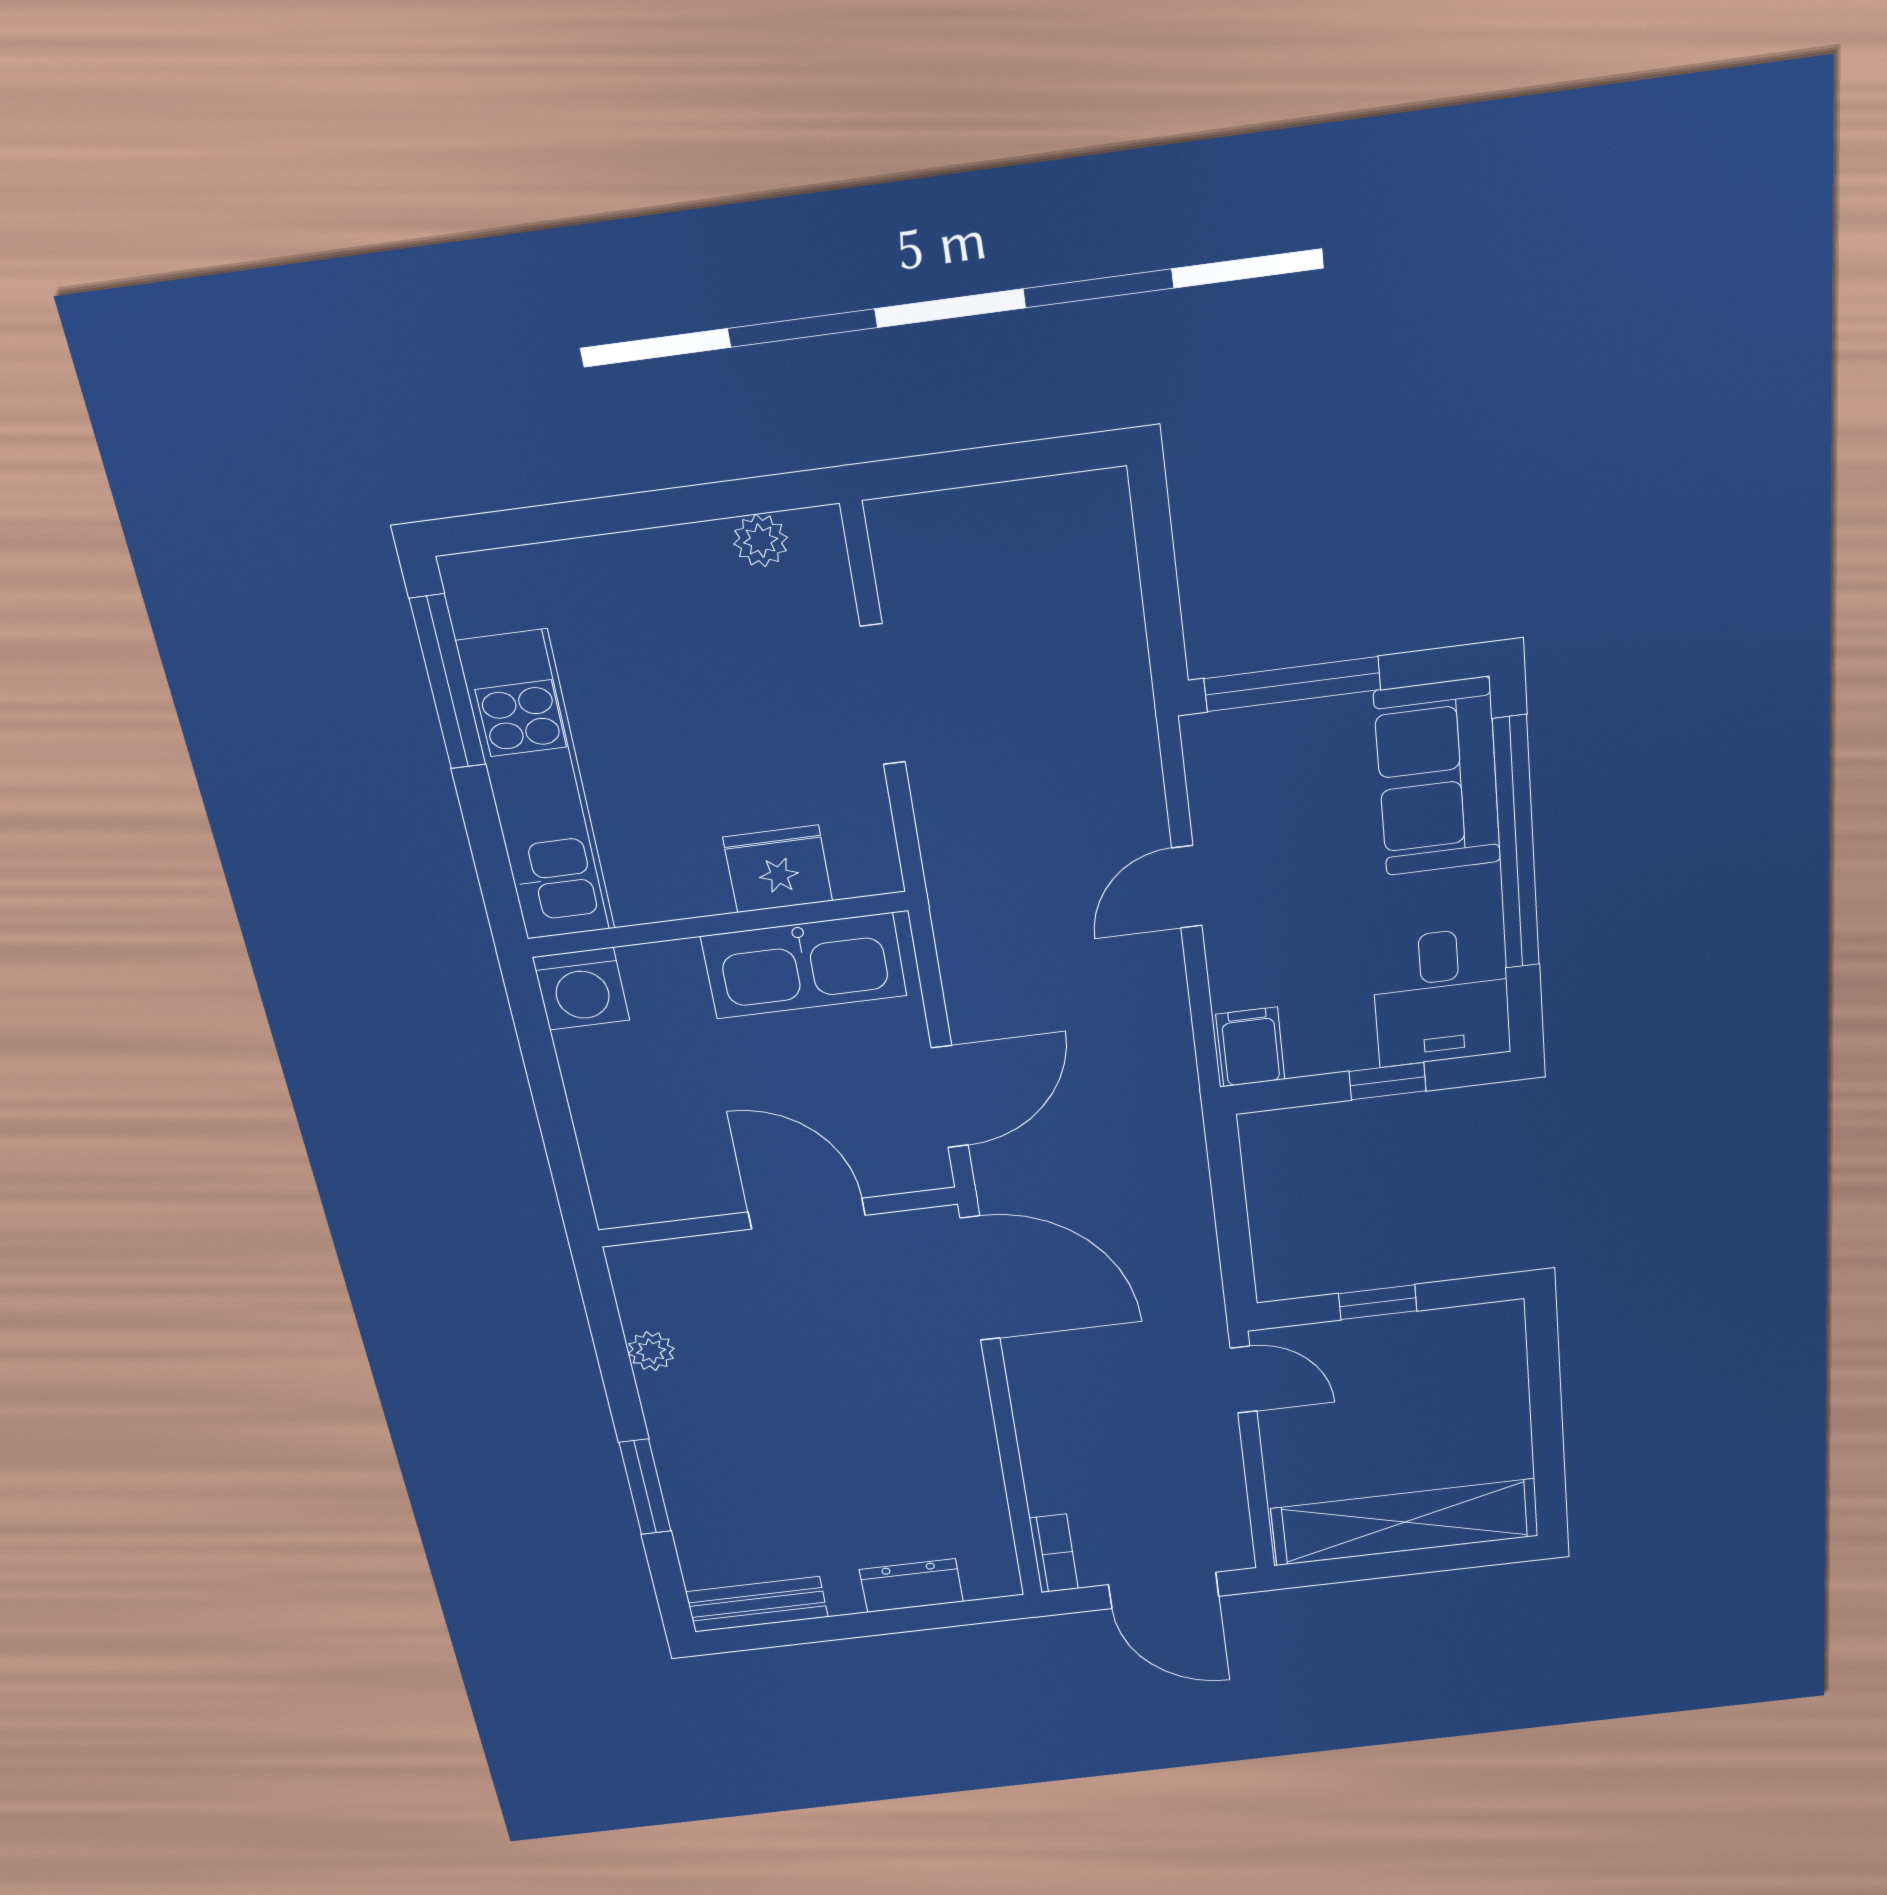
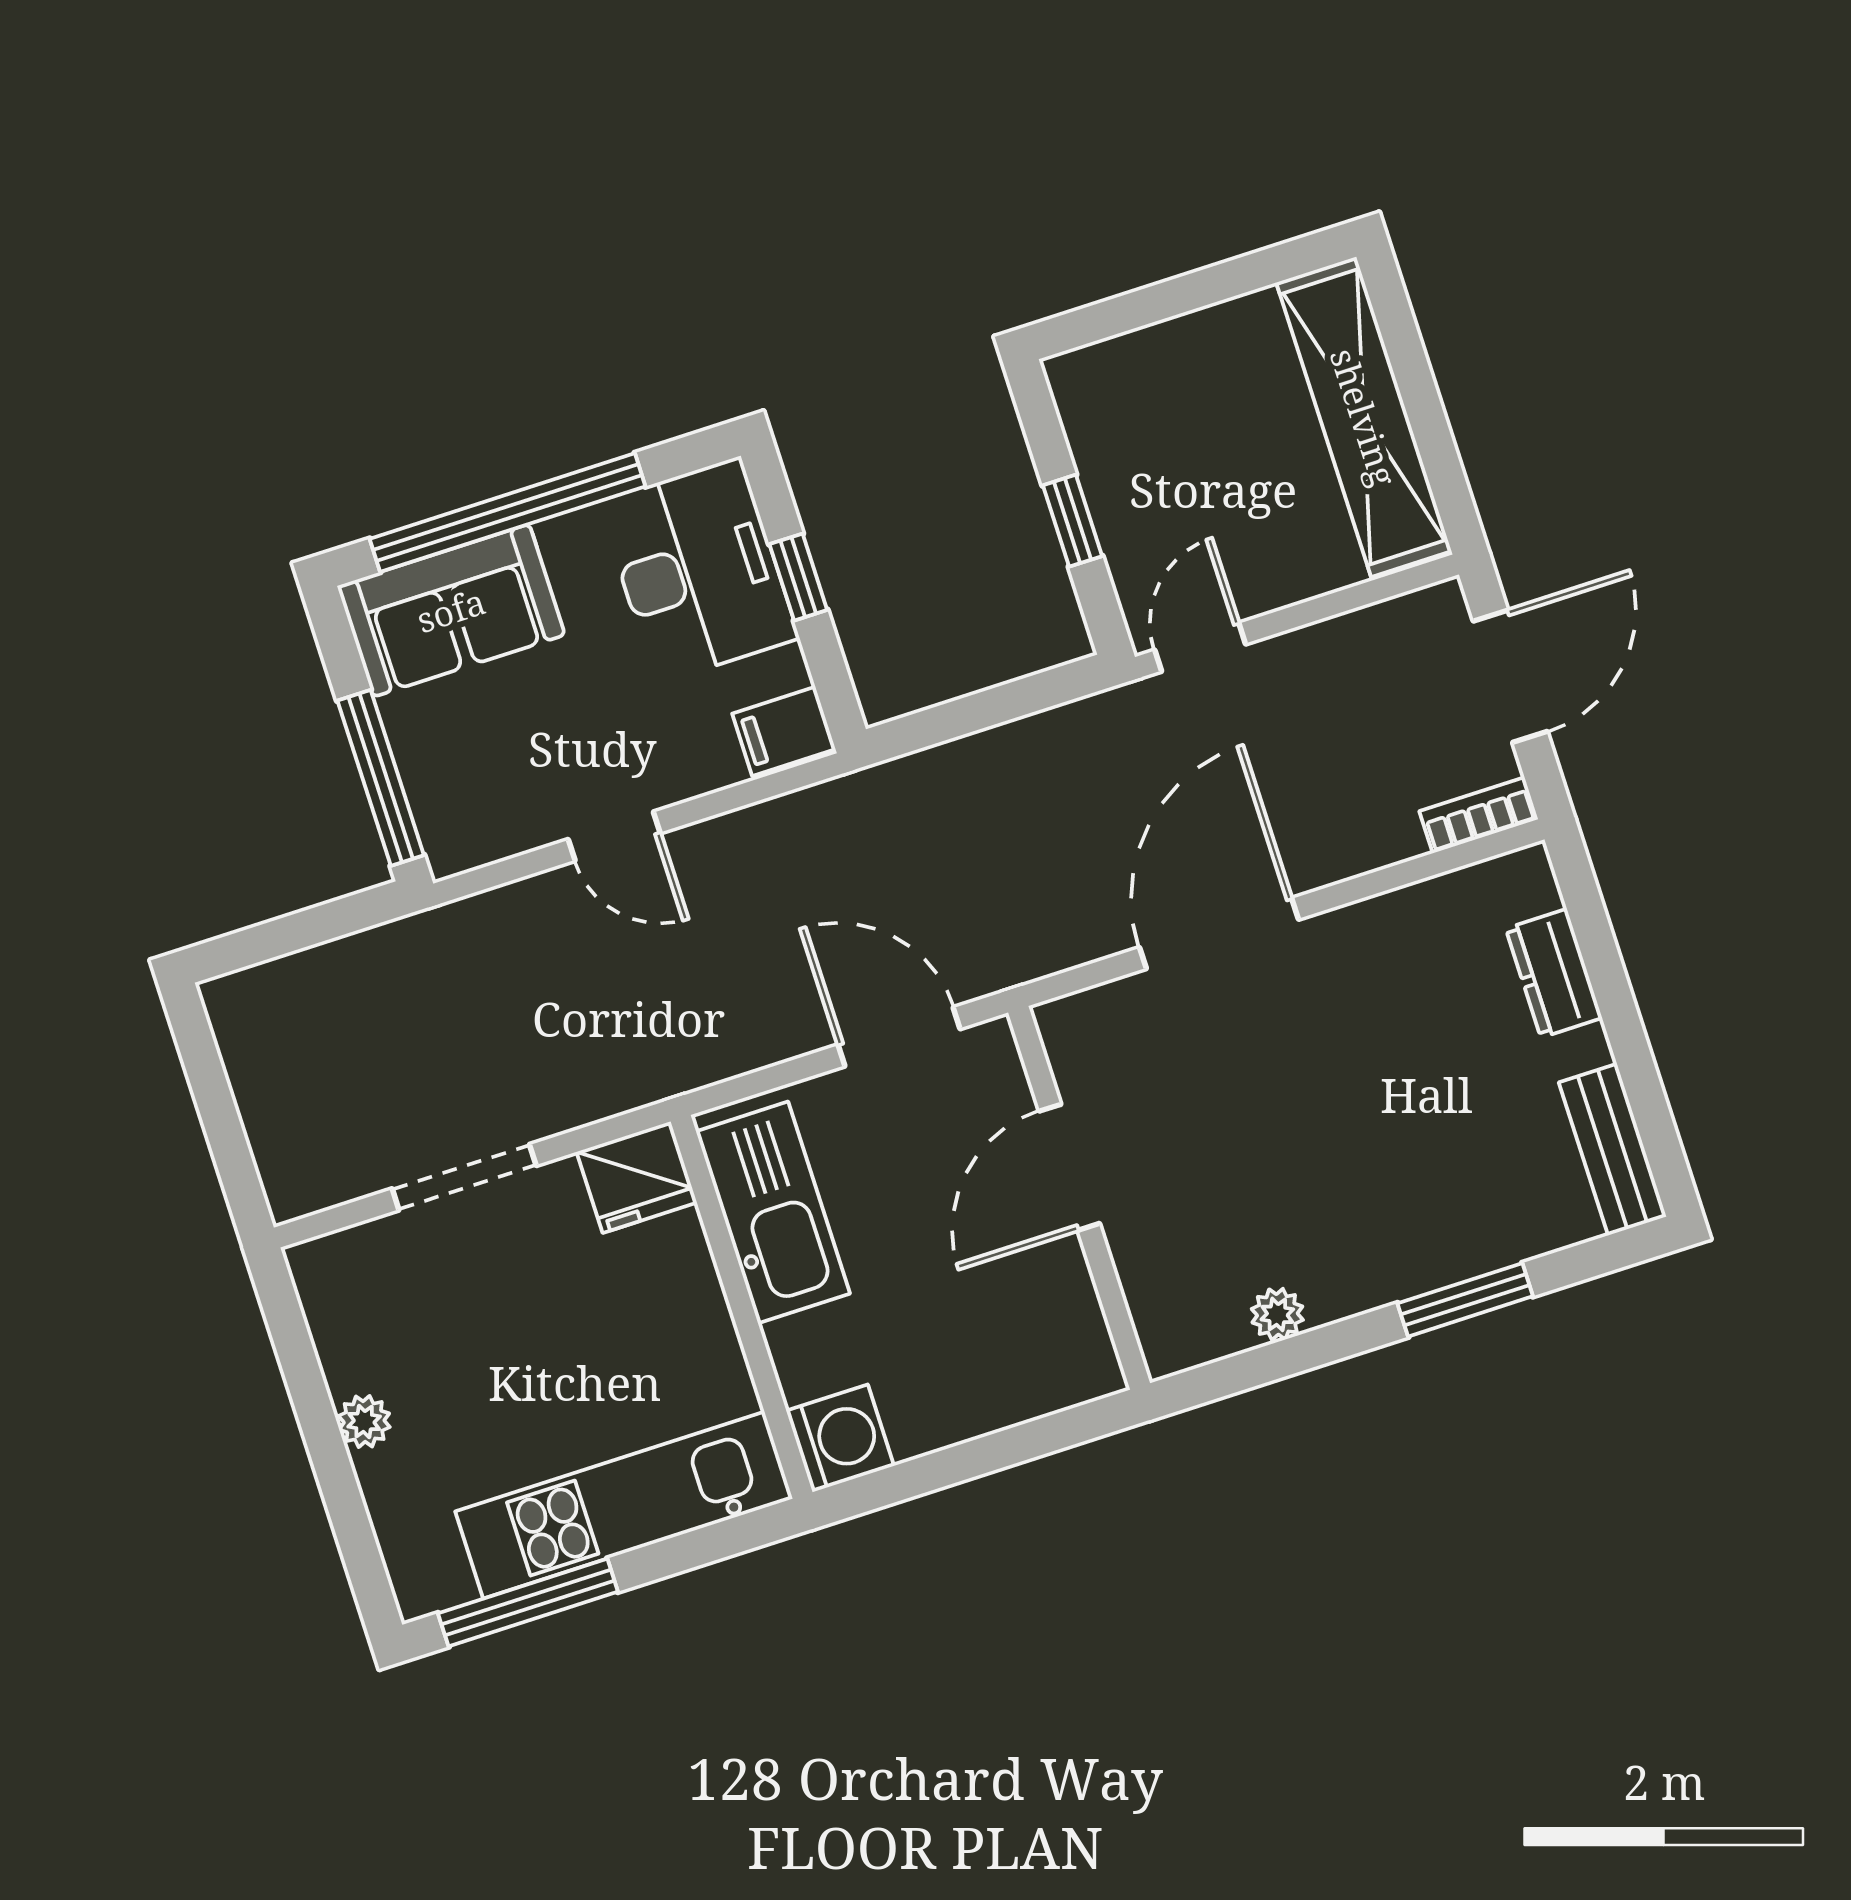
plant: (761, 541) -> (364, 1421), moved
fridge: (778, 869) -> (637, 1177), moved, turned -90
desk: (1441, 997) -> (698, 570), width x1.37
door: (980, 1279) -> (1219, 933), moved

